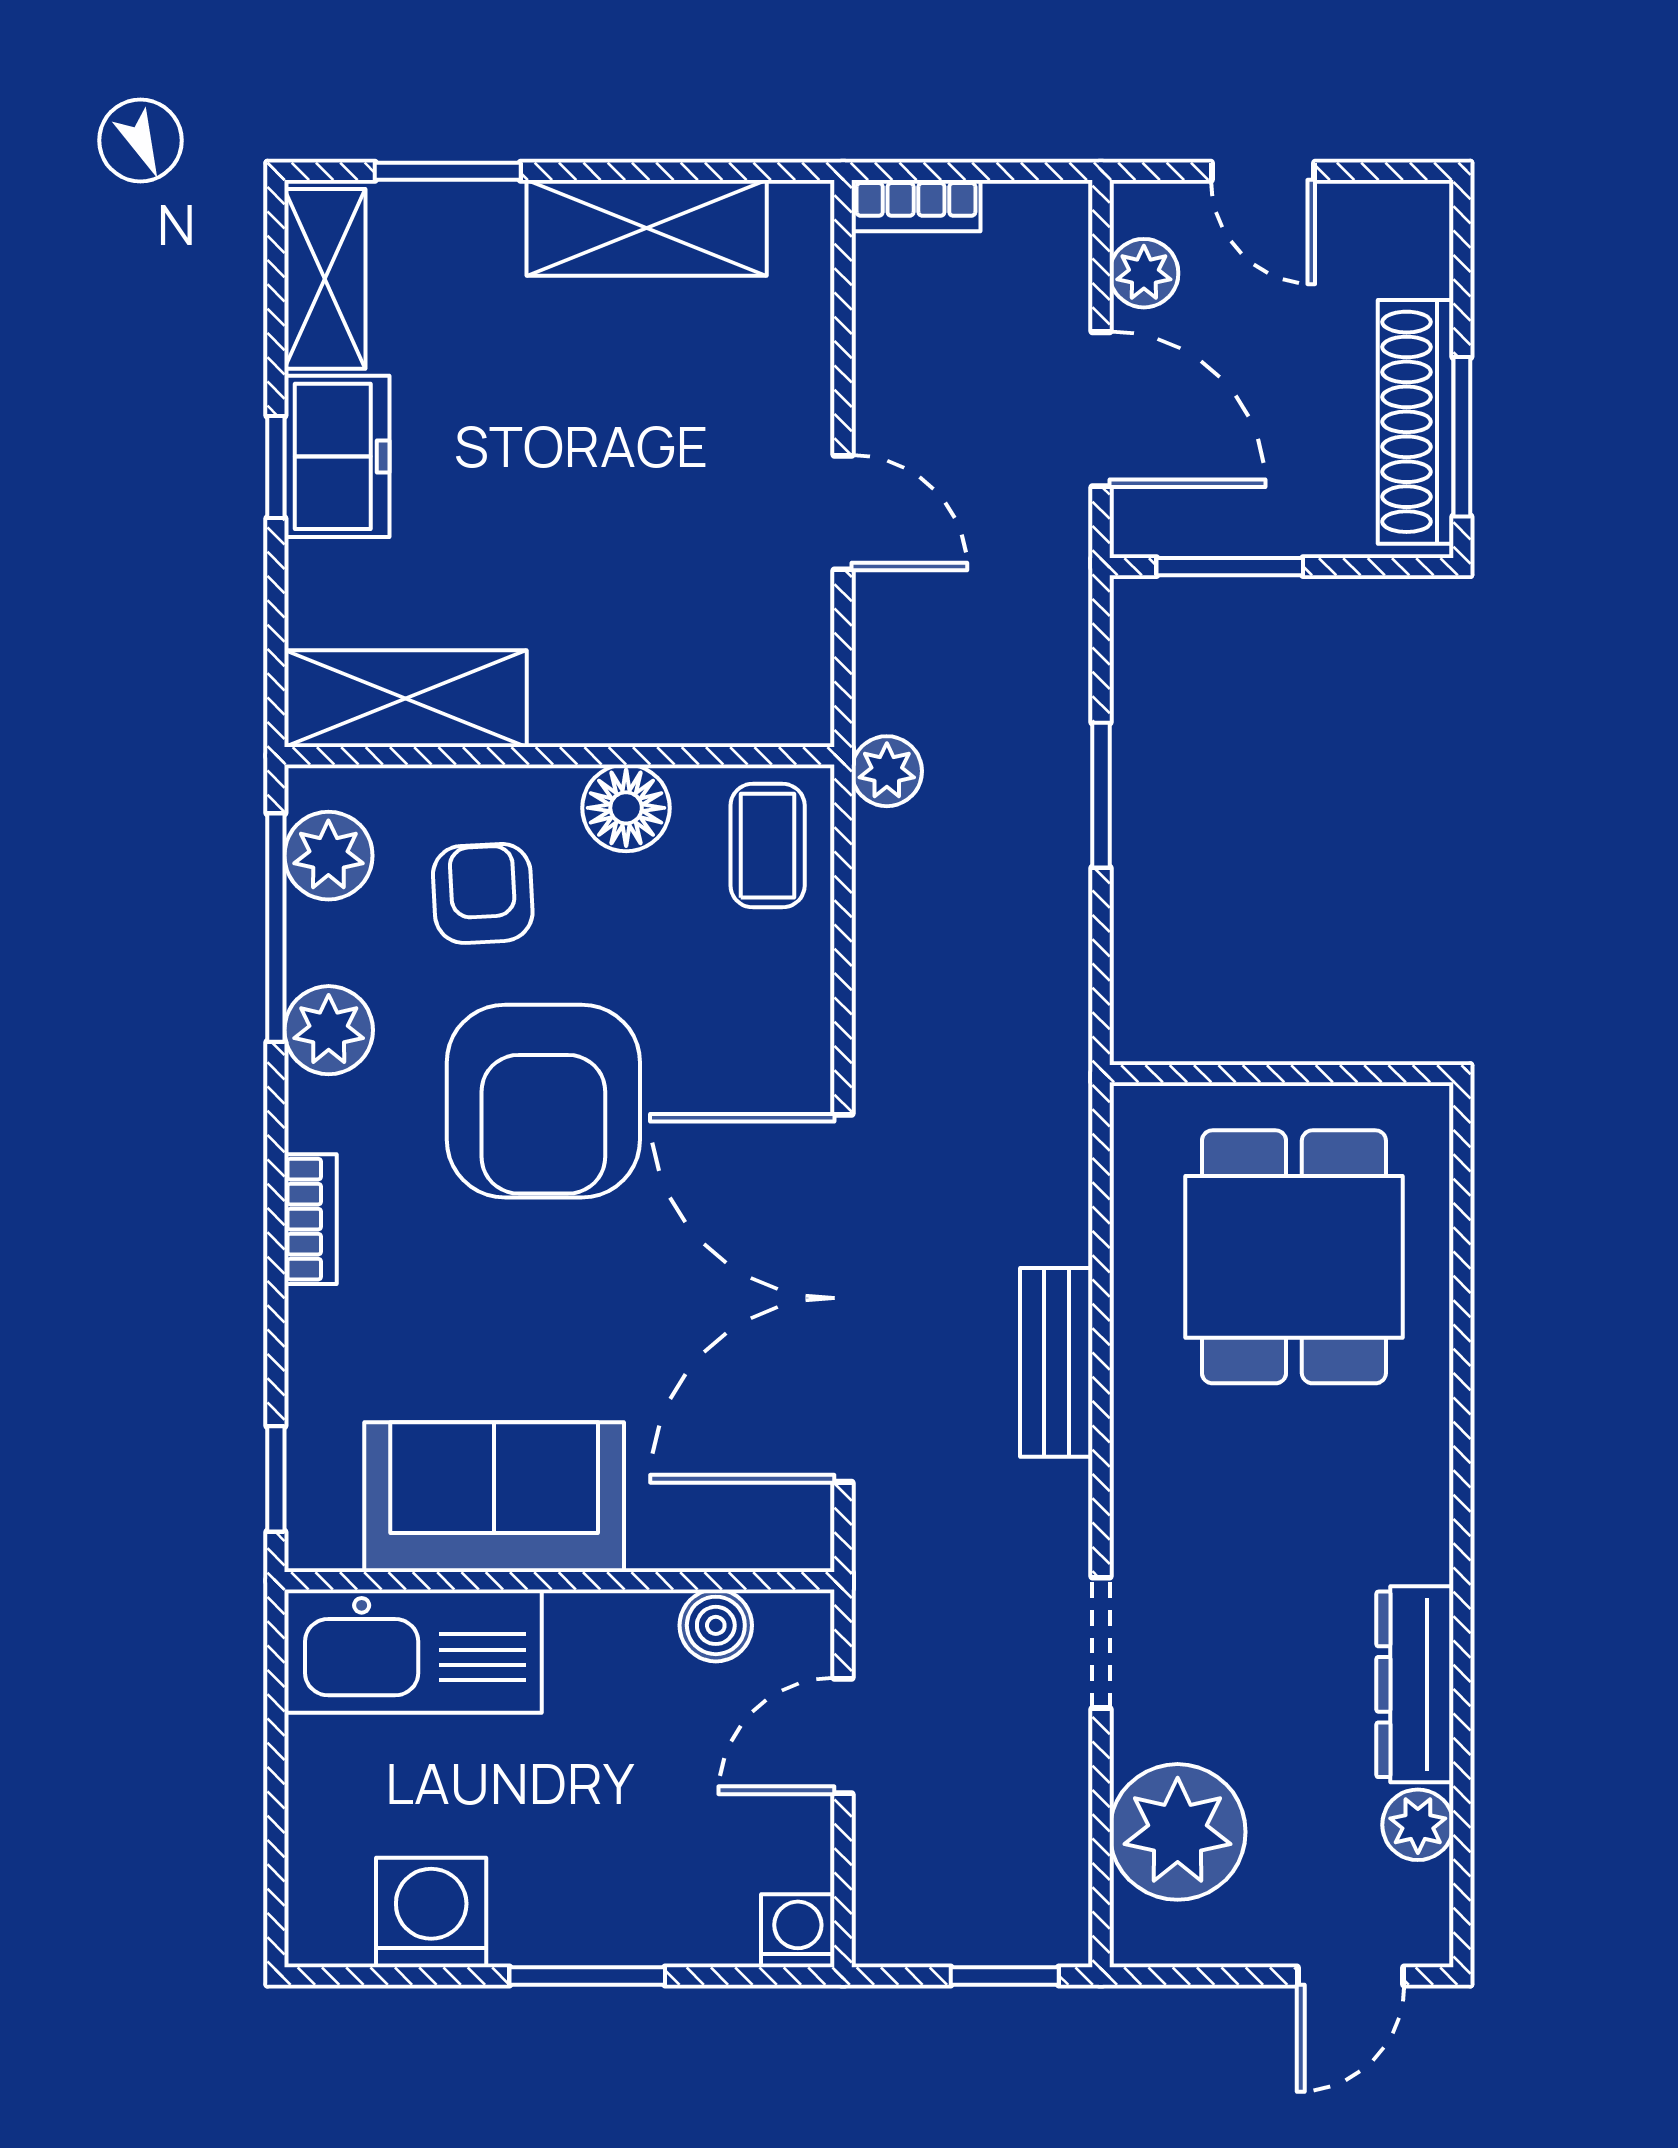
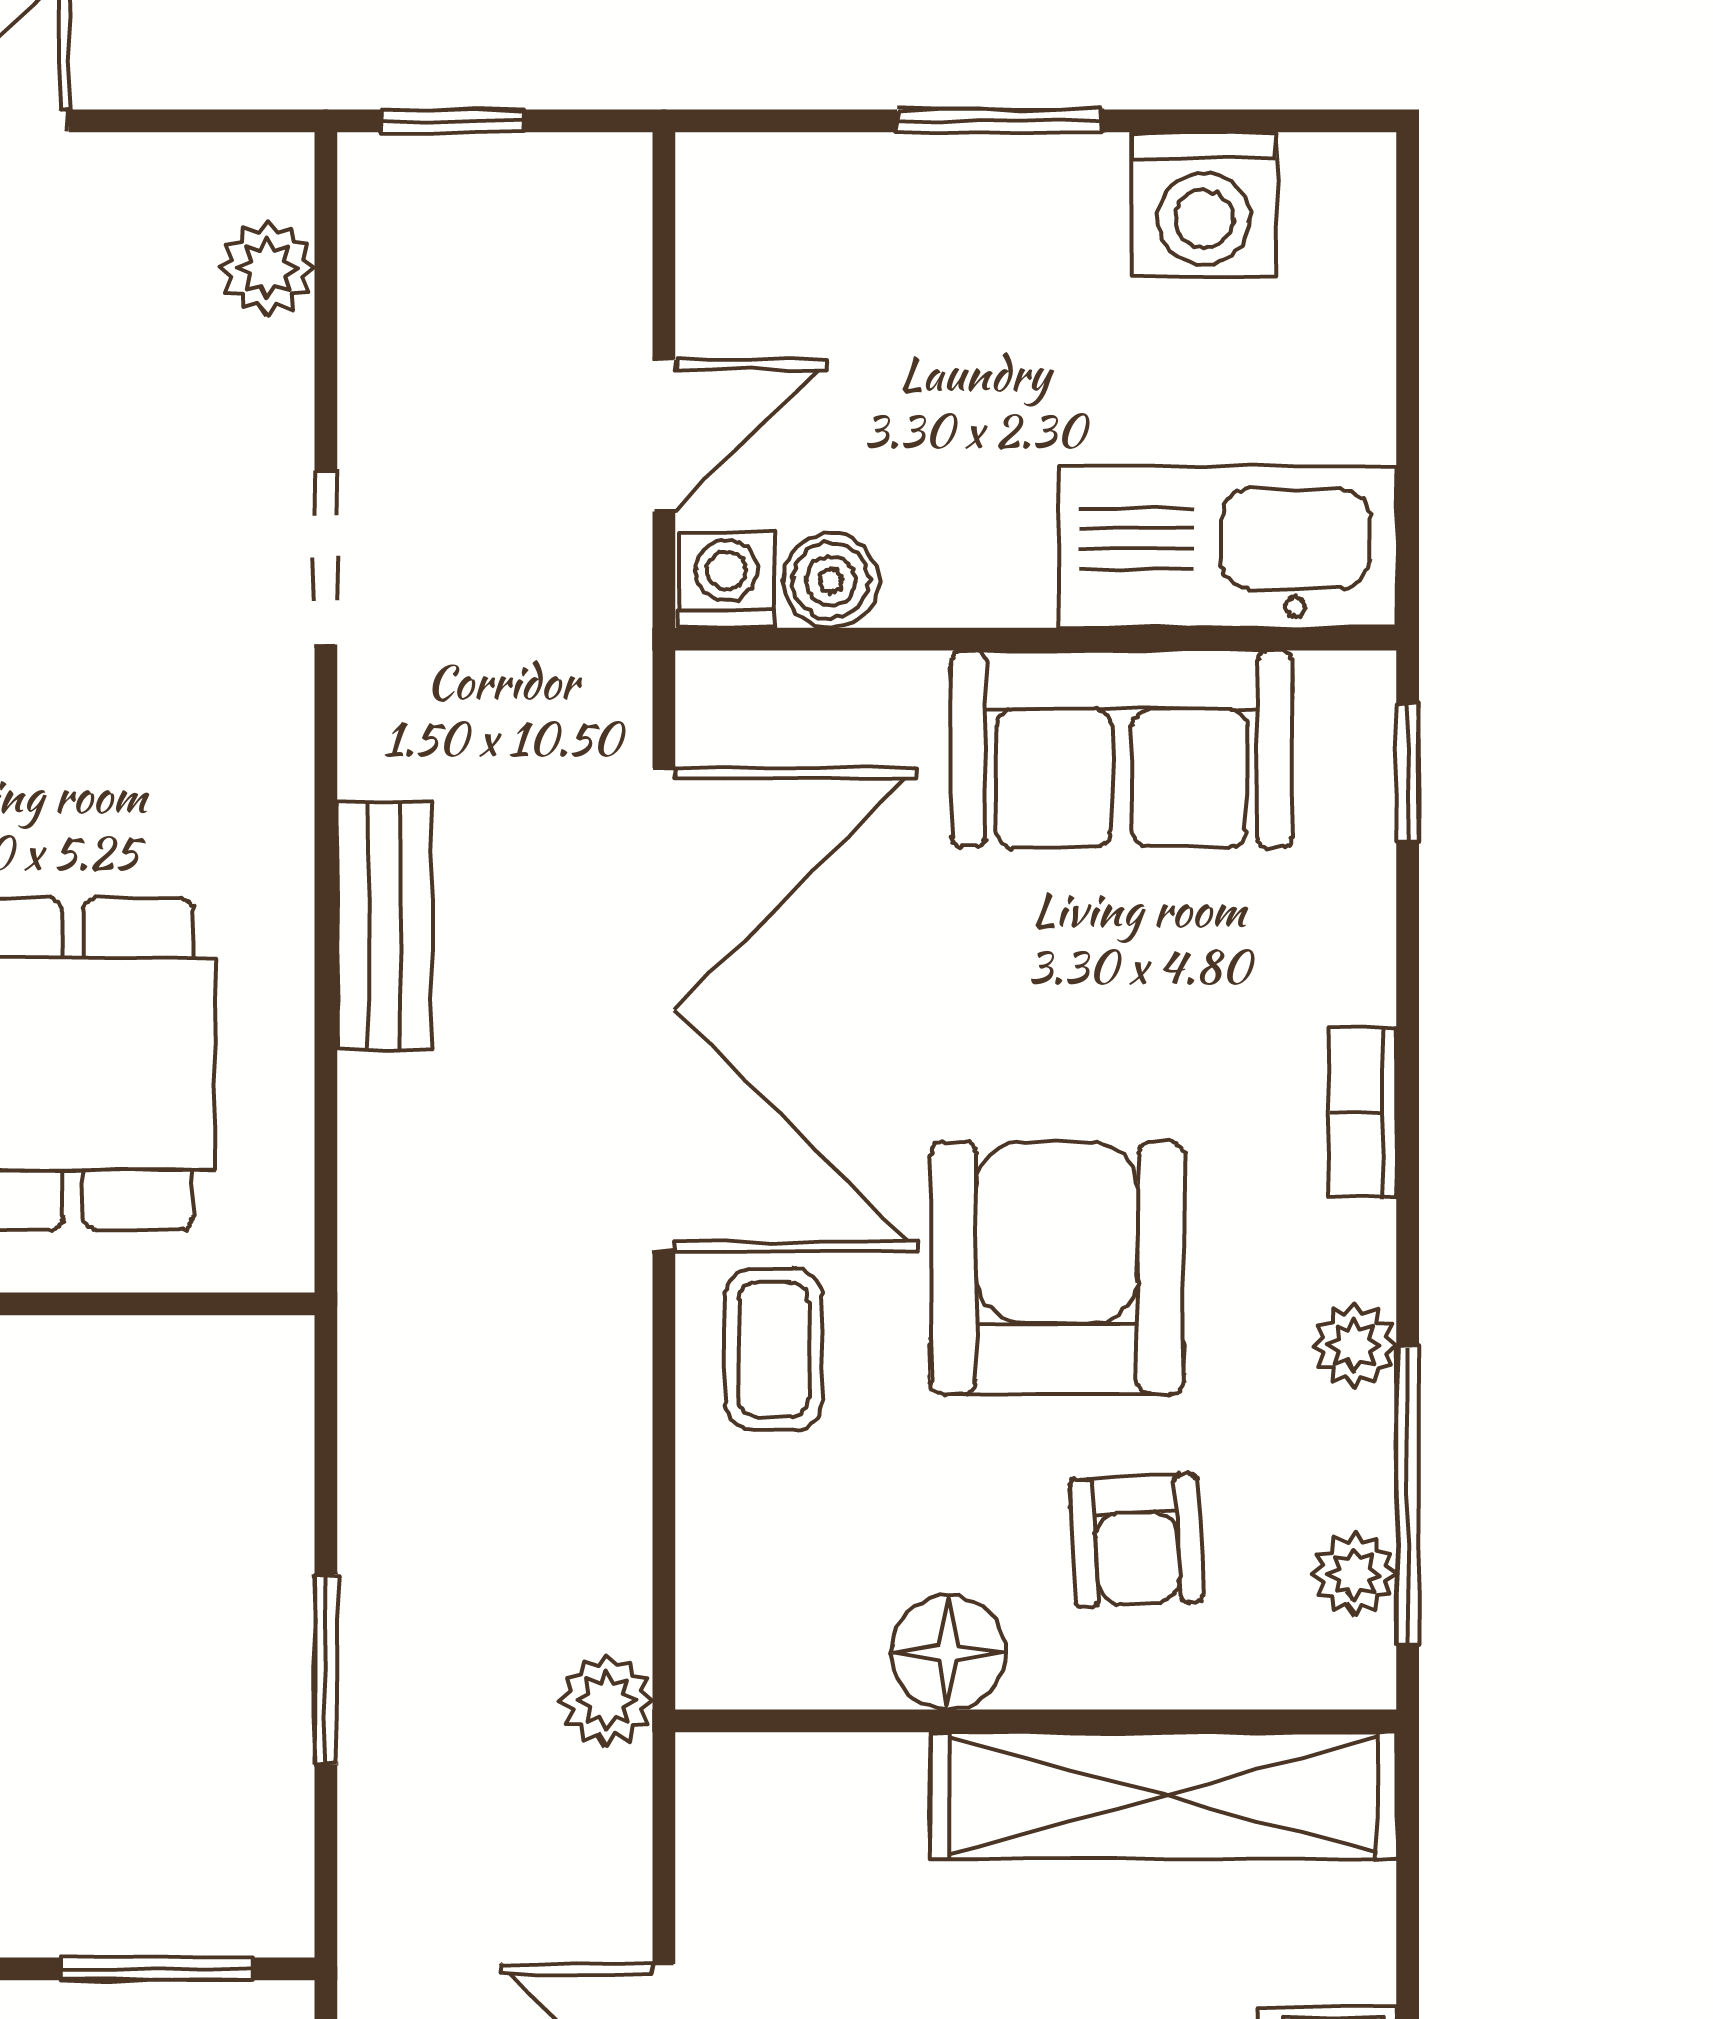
shelving: (406, 699) -> (1163, 1796), width x1.47
coffee table: (768, 846) -> (773, 1349), moved
plant: (328, 856) -> (1354, 1574), width x0.73, depth x0.73
plant: (329, 1030) -> (1354, 1345), width x0.73, depth x0.73
plant: (1178, 1832) -> (267, 268), width x0.53, depth x0.53
washing machine: (798, 1931) -> (726, 580), moved, turned 180

